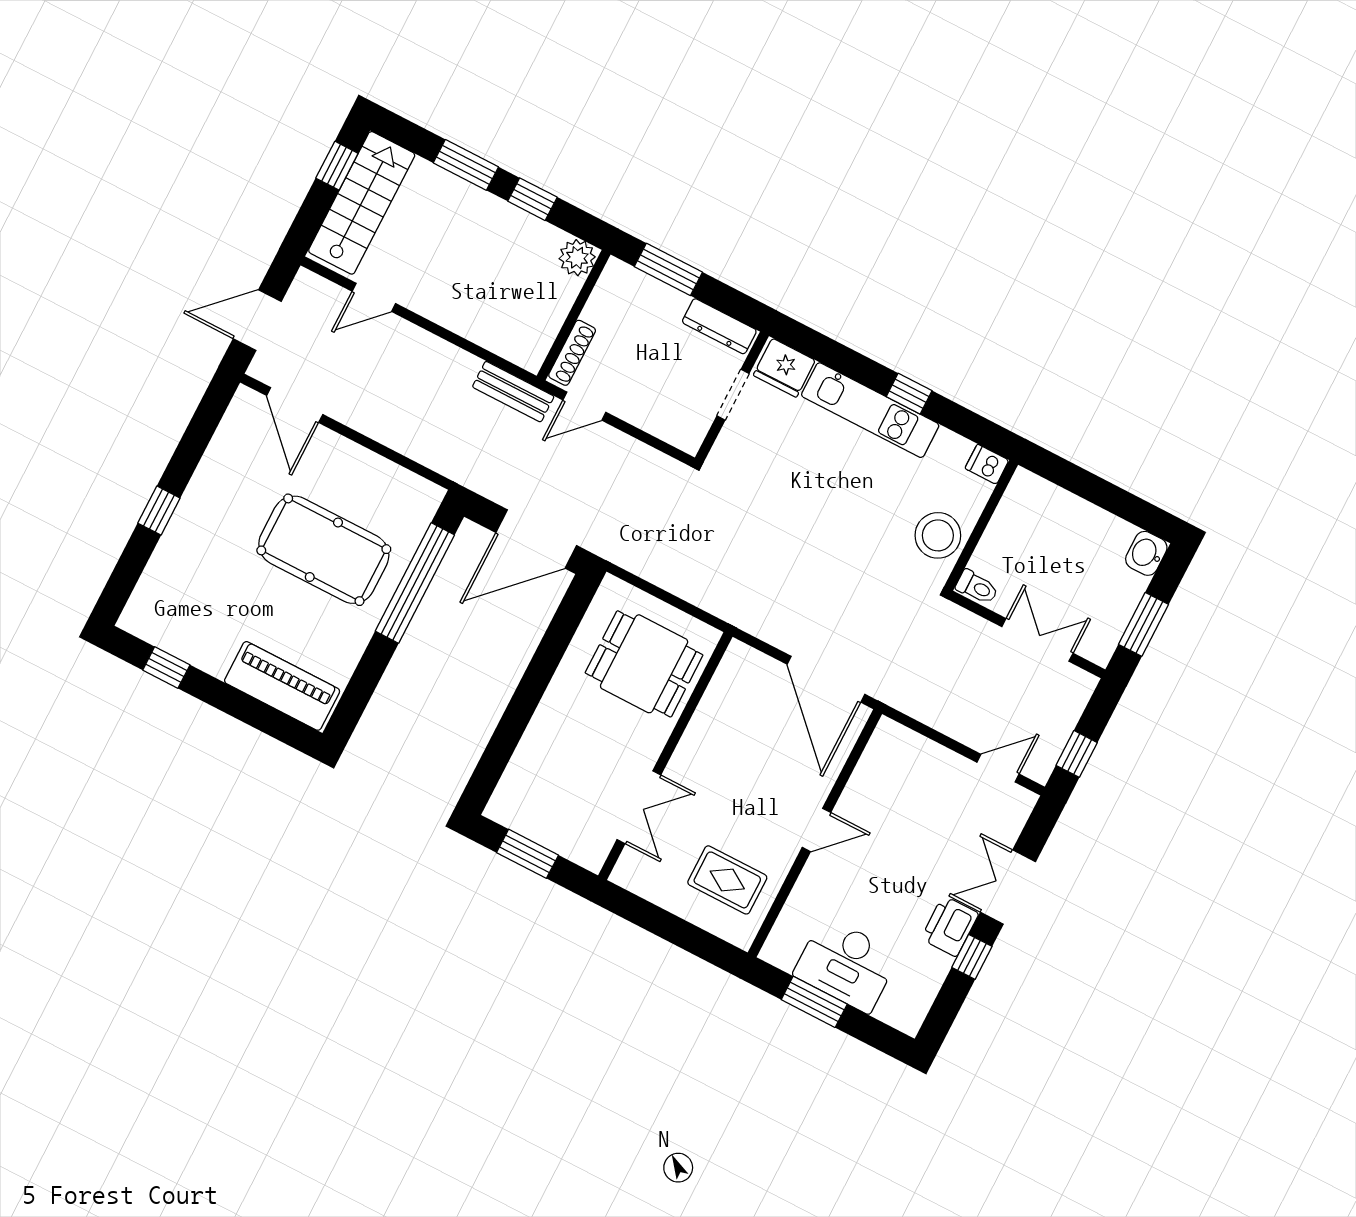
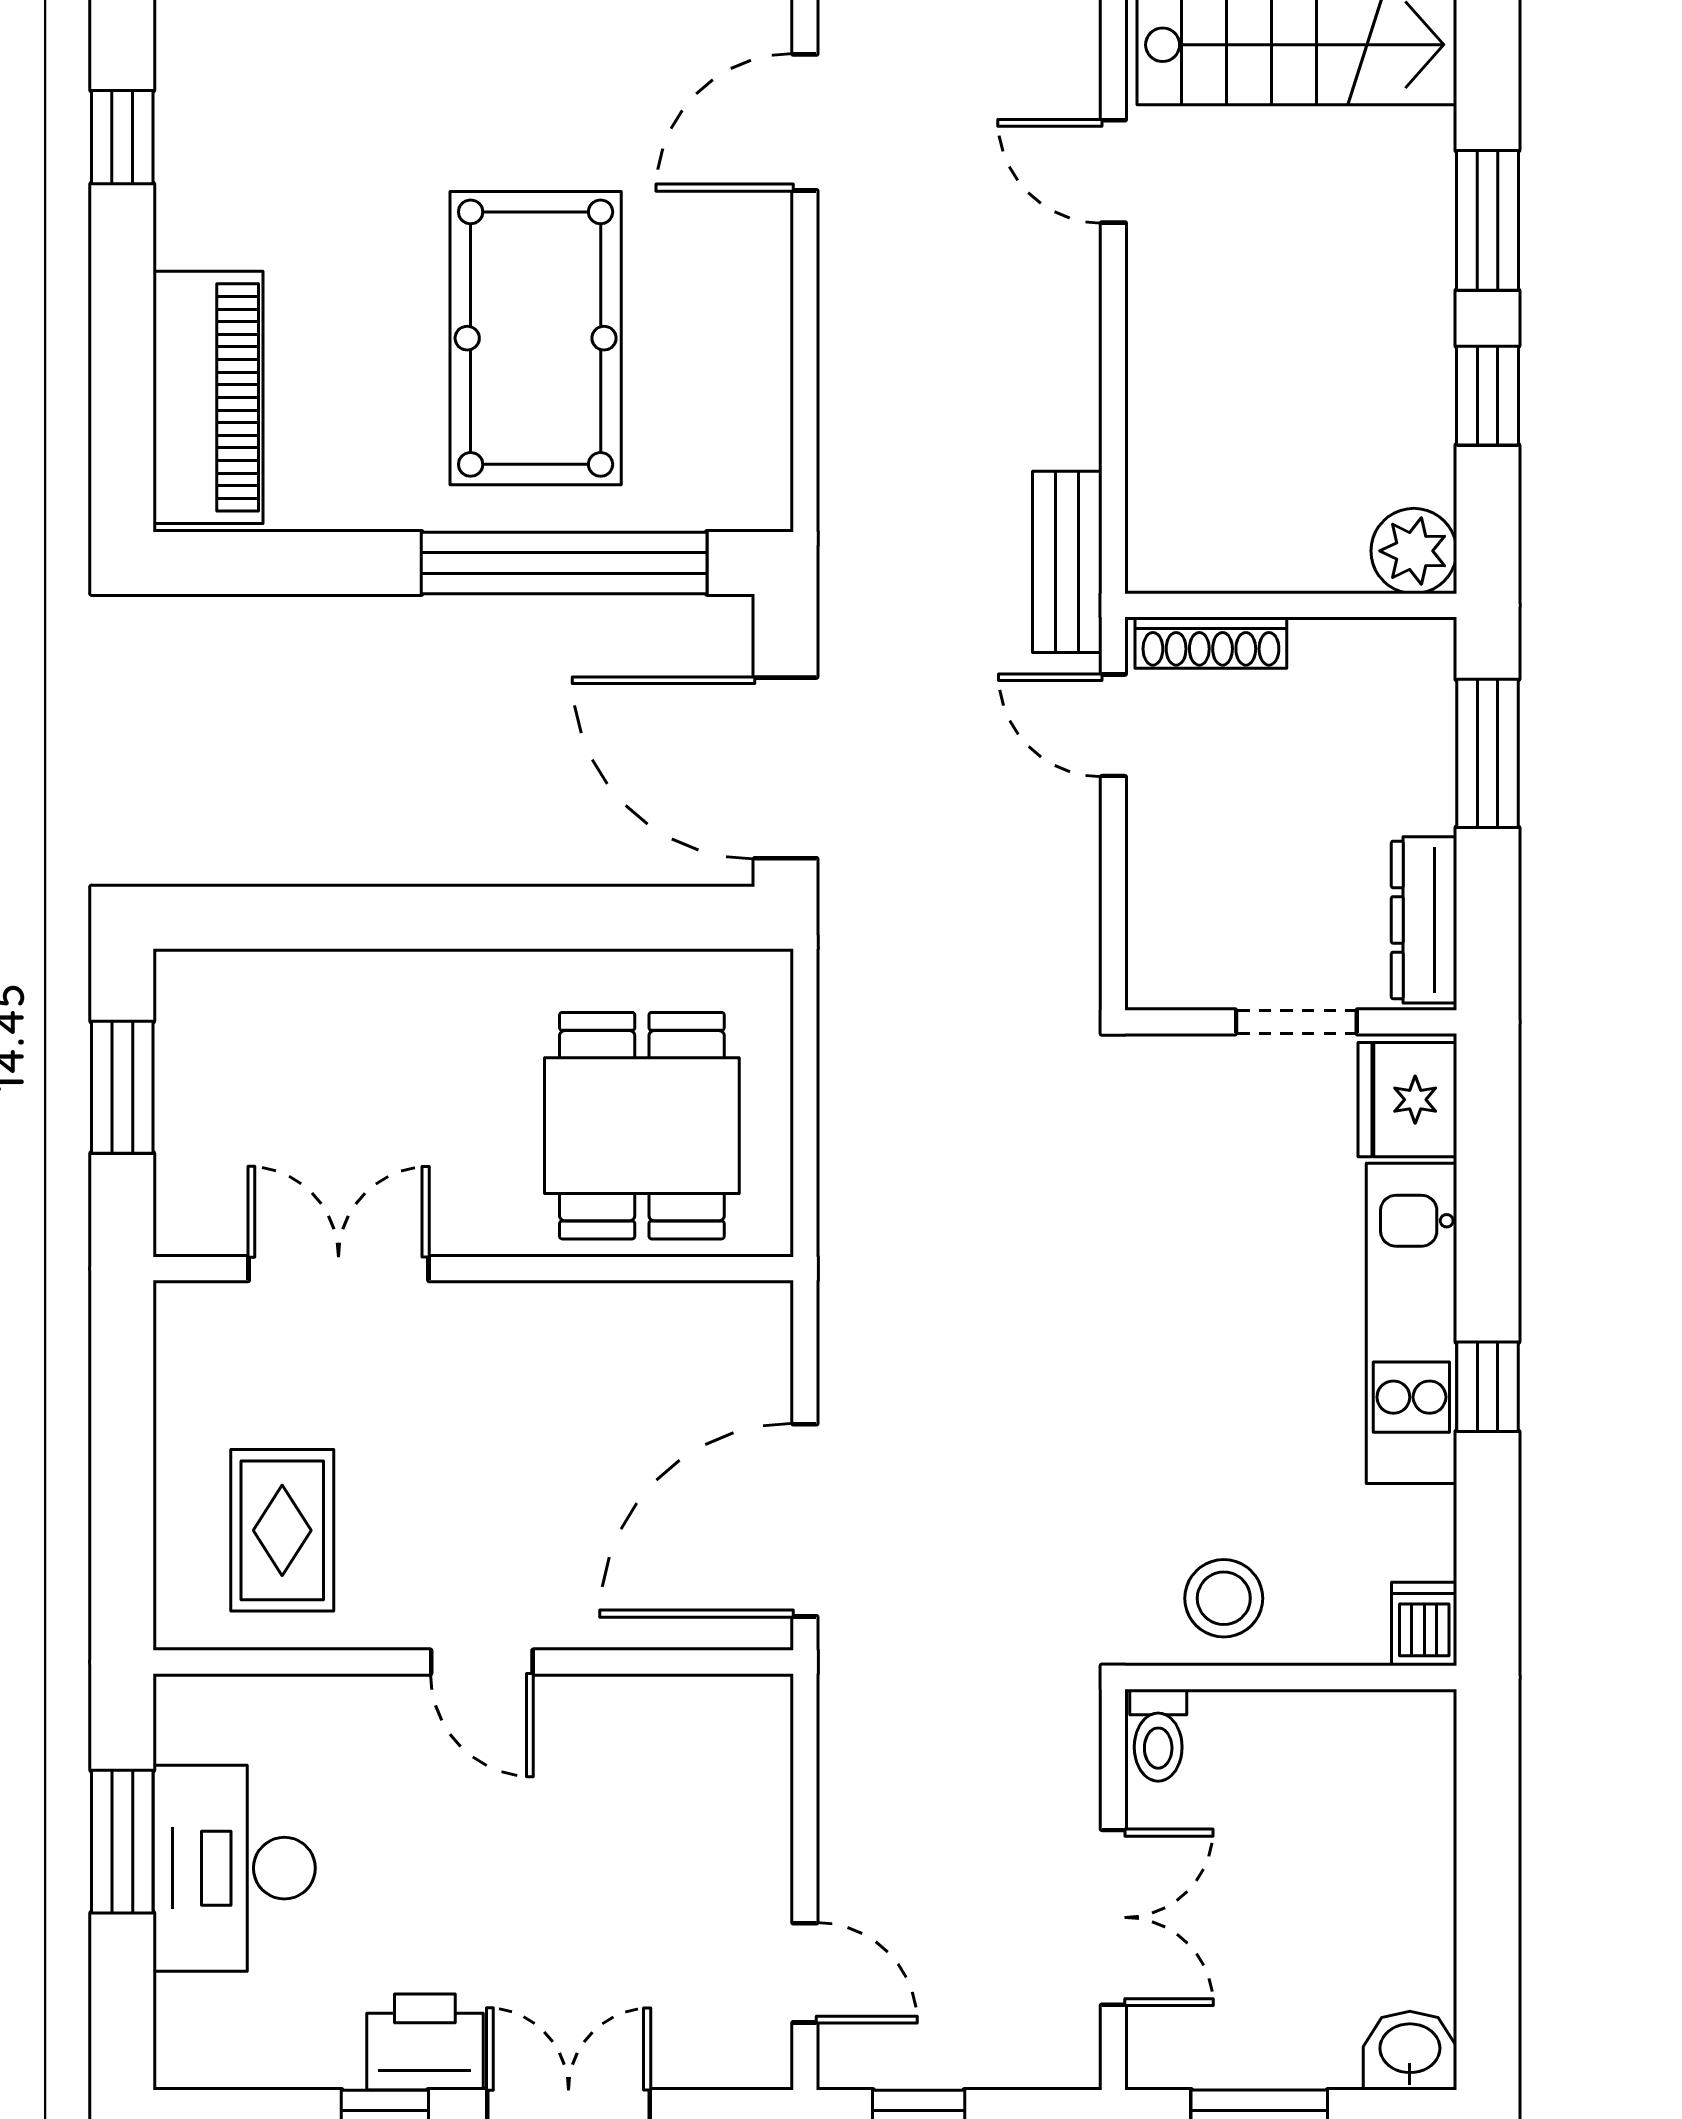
stool: (938, 535) -> (1224, 1598), width x0.73, depth x0.73
double door: (639, 807) -> (339, 1269), swing flipped

